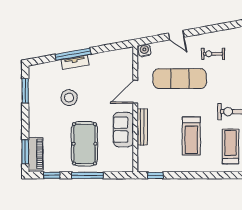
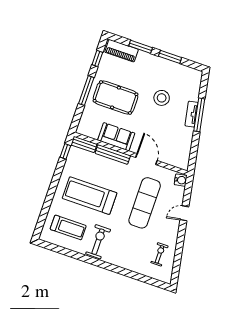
exercise bike: (213, 54) -> (159, 254), moved
window: (25, 91) -> (170, 57), moved
treadmill: (191, 136) -> (90, 196), width x1.37, depth x1.38
window: (25, 152) -> (141, 47), moved
bench: (142, 159) -> (84, 144), added

